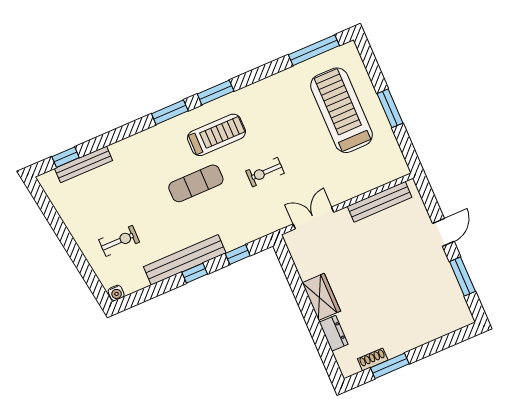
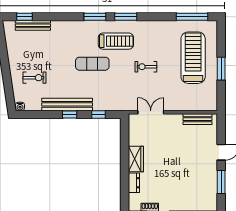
exercise bike: (265, 172) -> (146, 67), moved
bench: (380, 202) -> (198, 119), width x0.73

